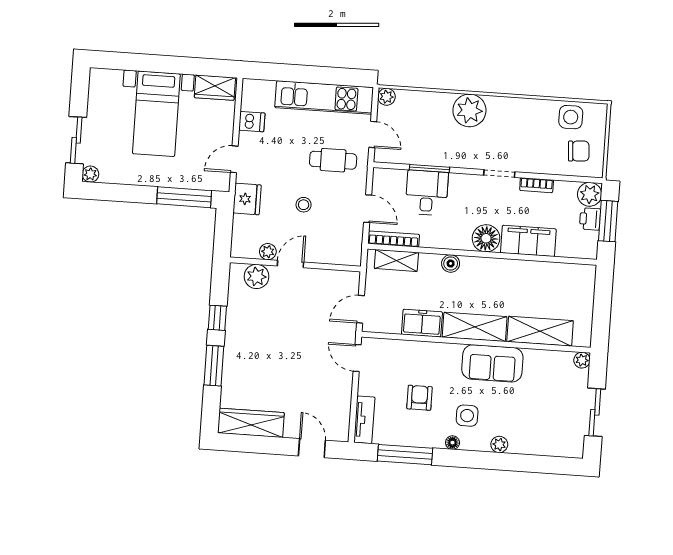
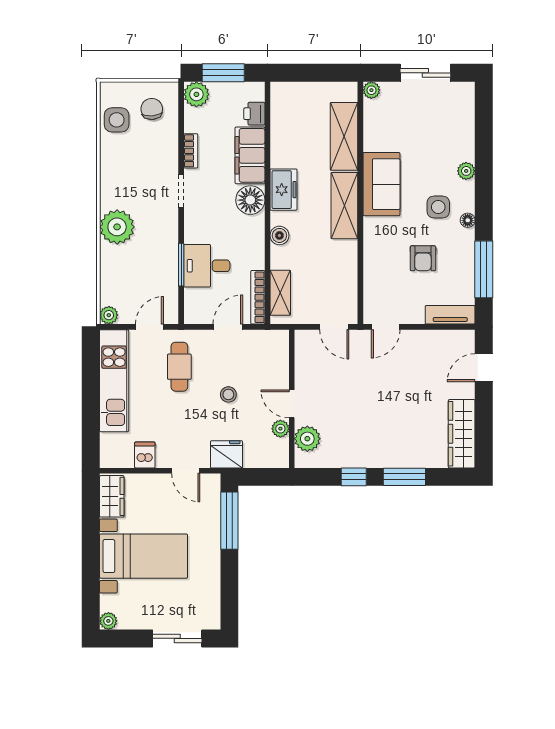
plant: (90, 174) -> (108, 621), moved
printer: (590, 219) -> (254, 114), moved, turned 90
freezer: (422, 323) -> (284, 190), moved, turned 180
armchair: (419, 398) -> (423, 258), turned -90

